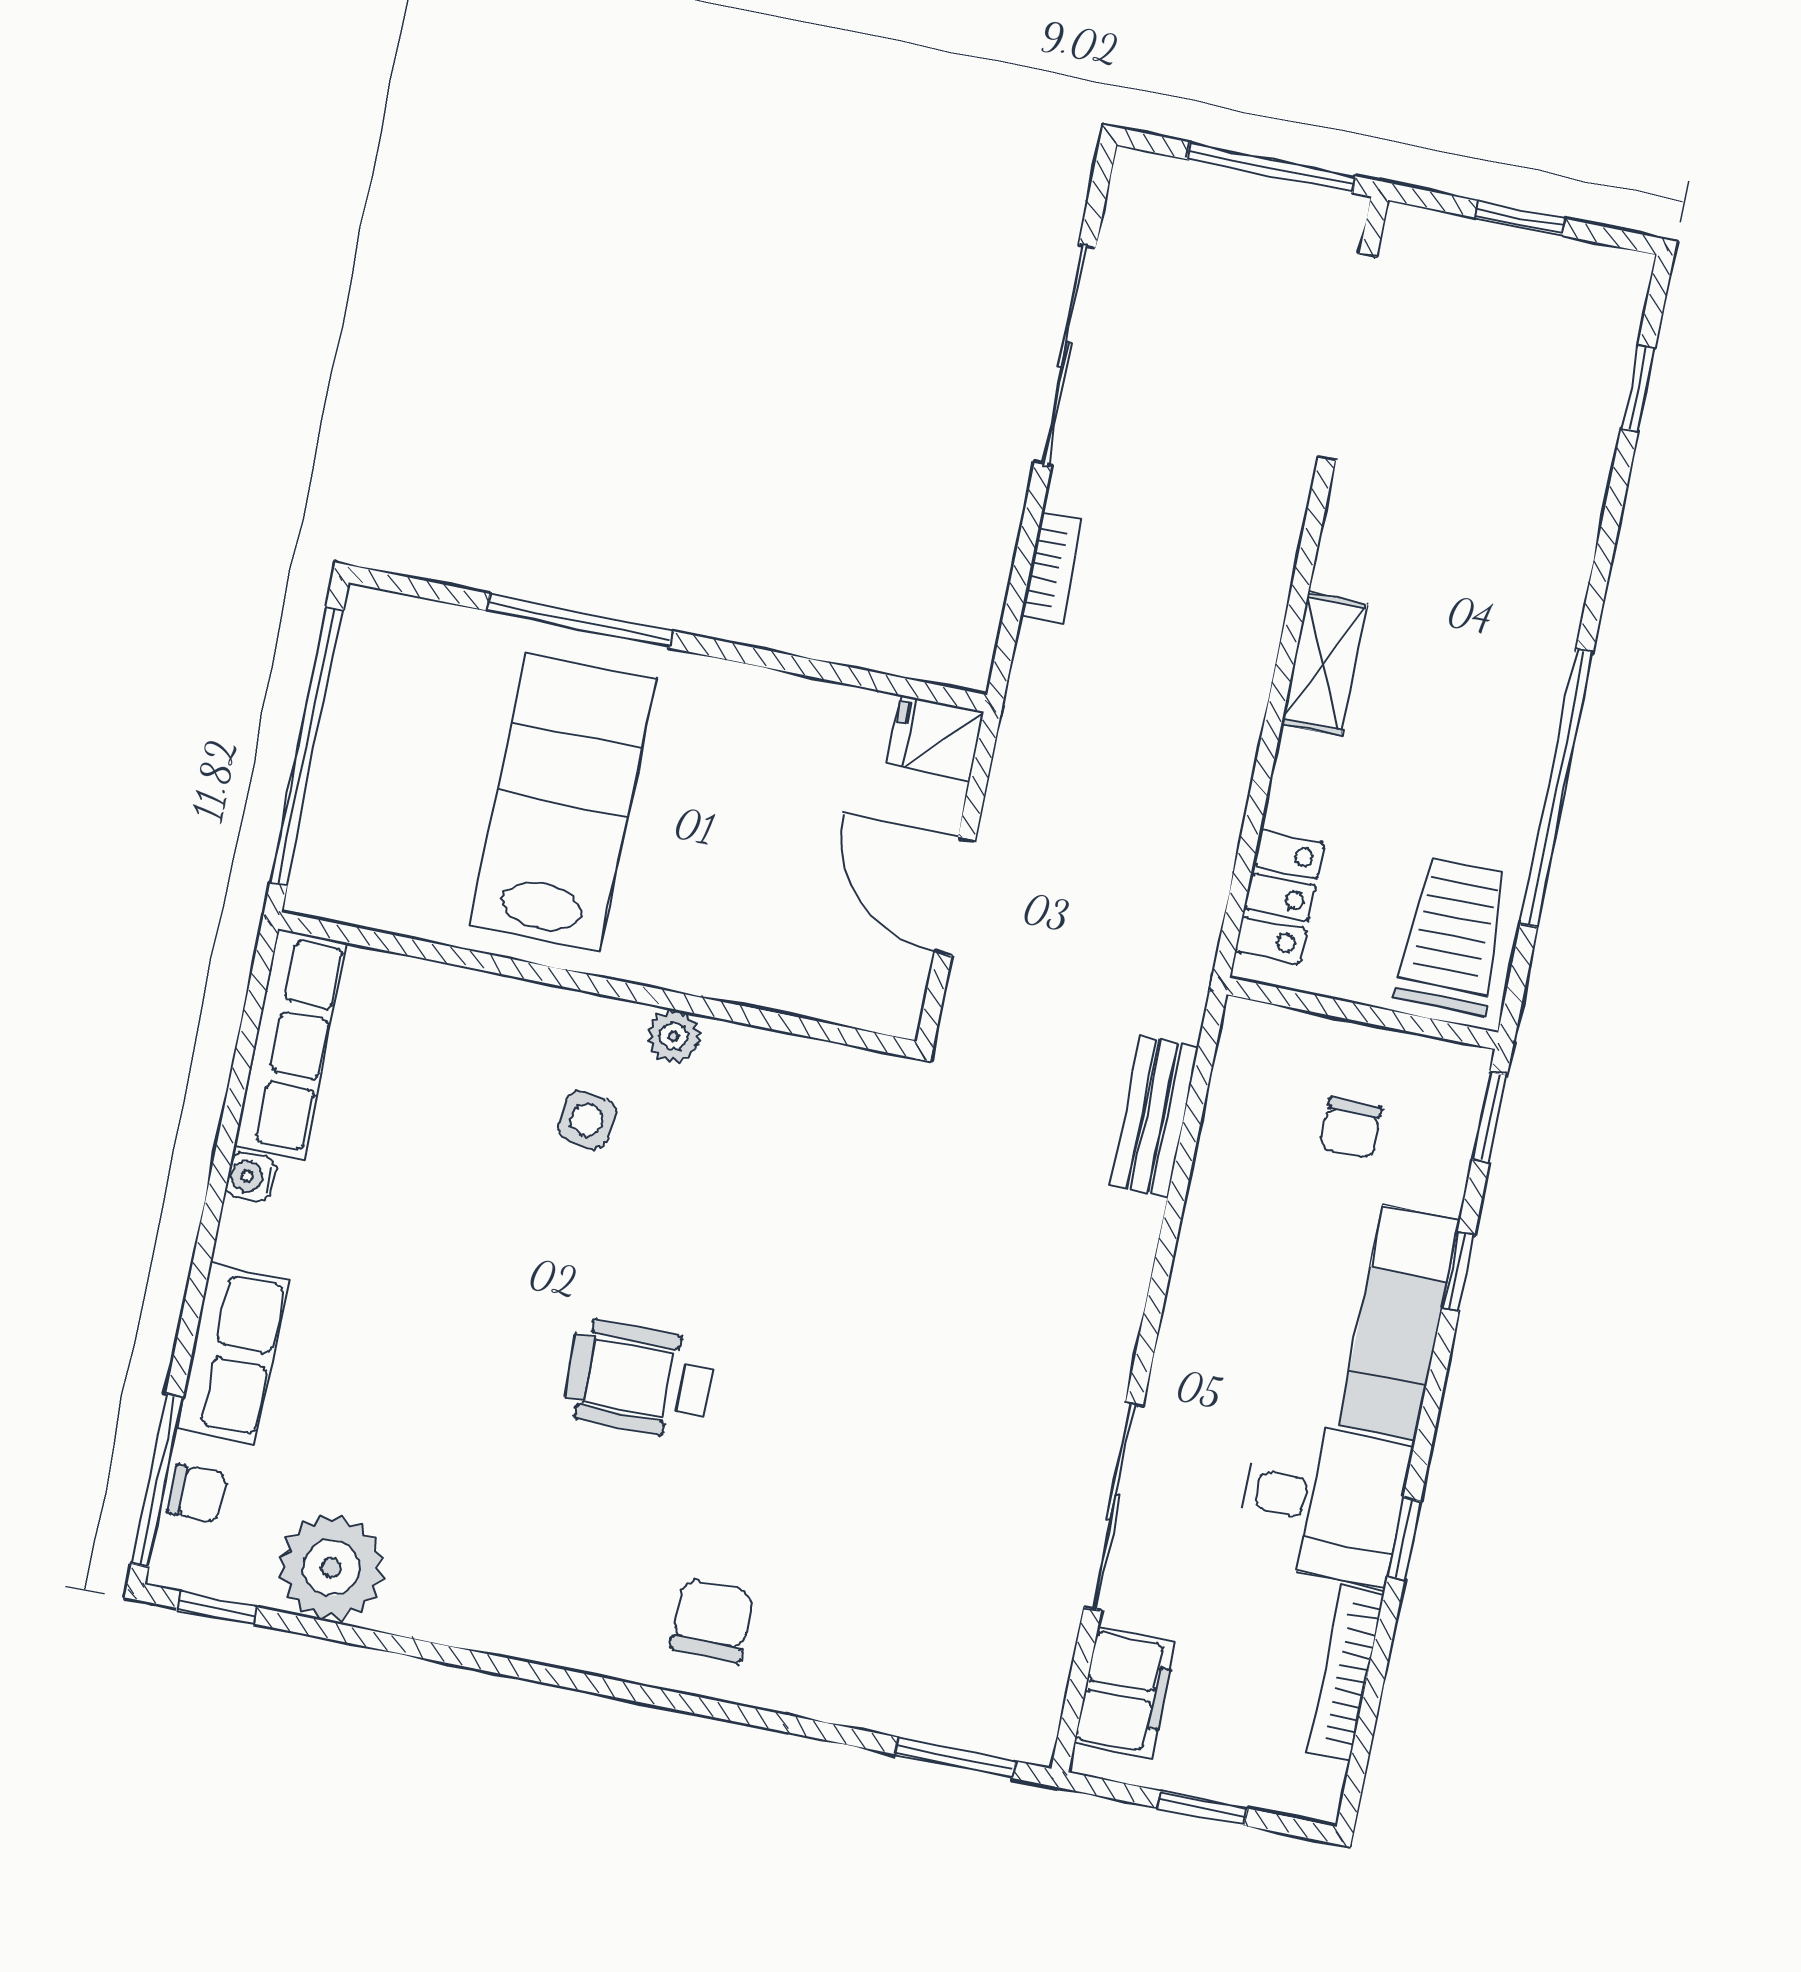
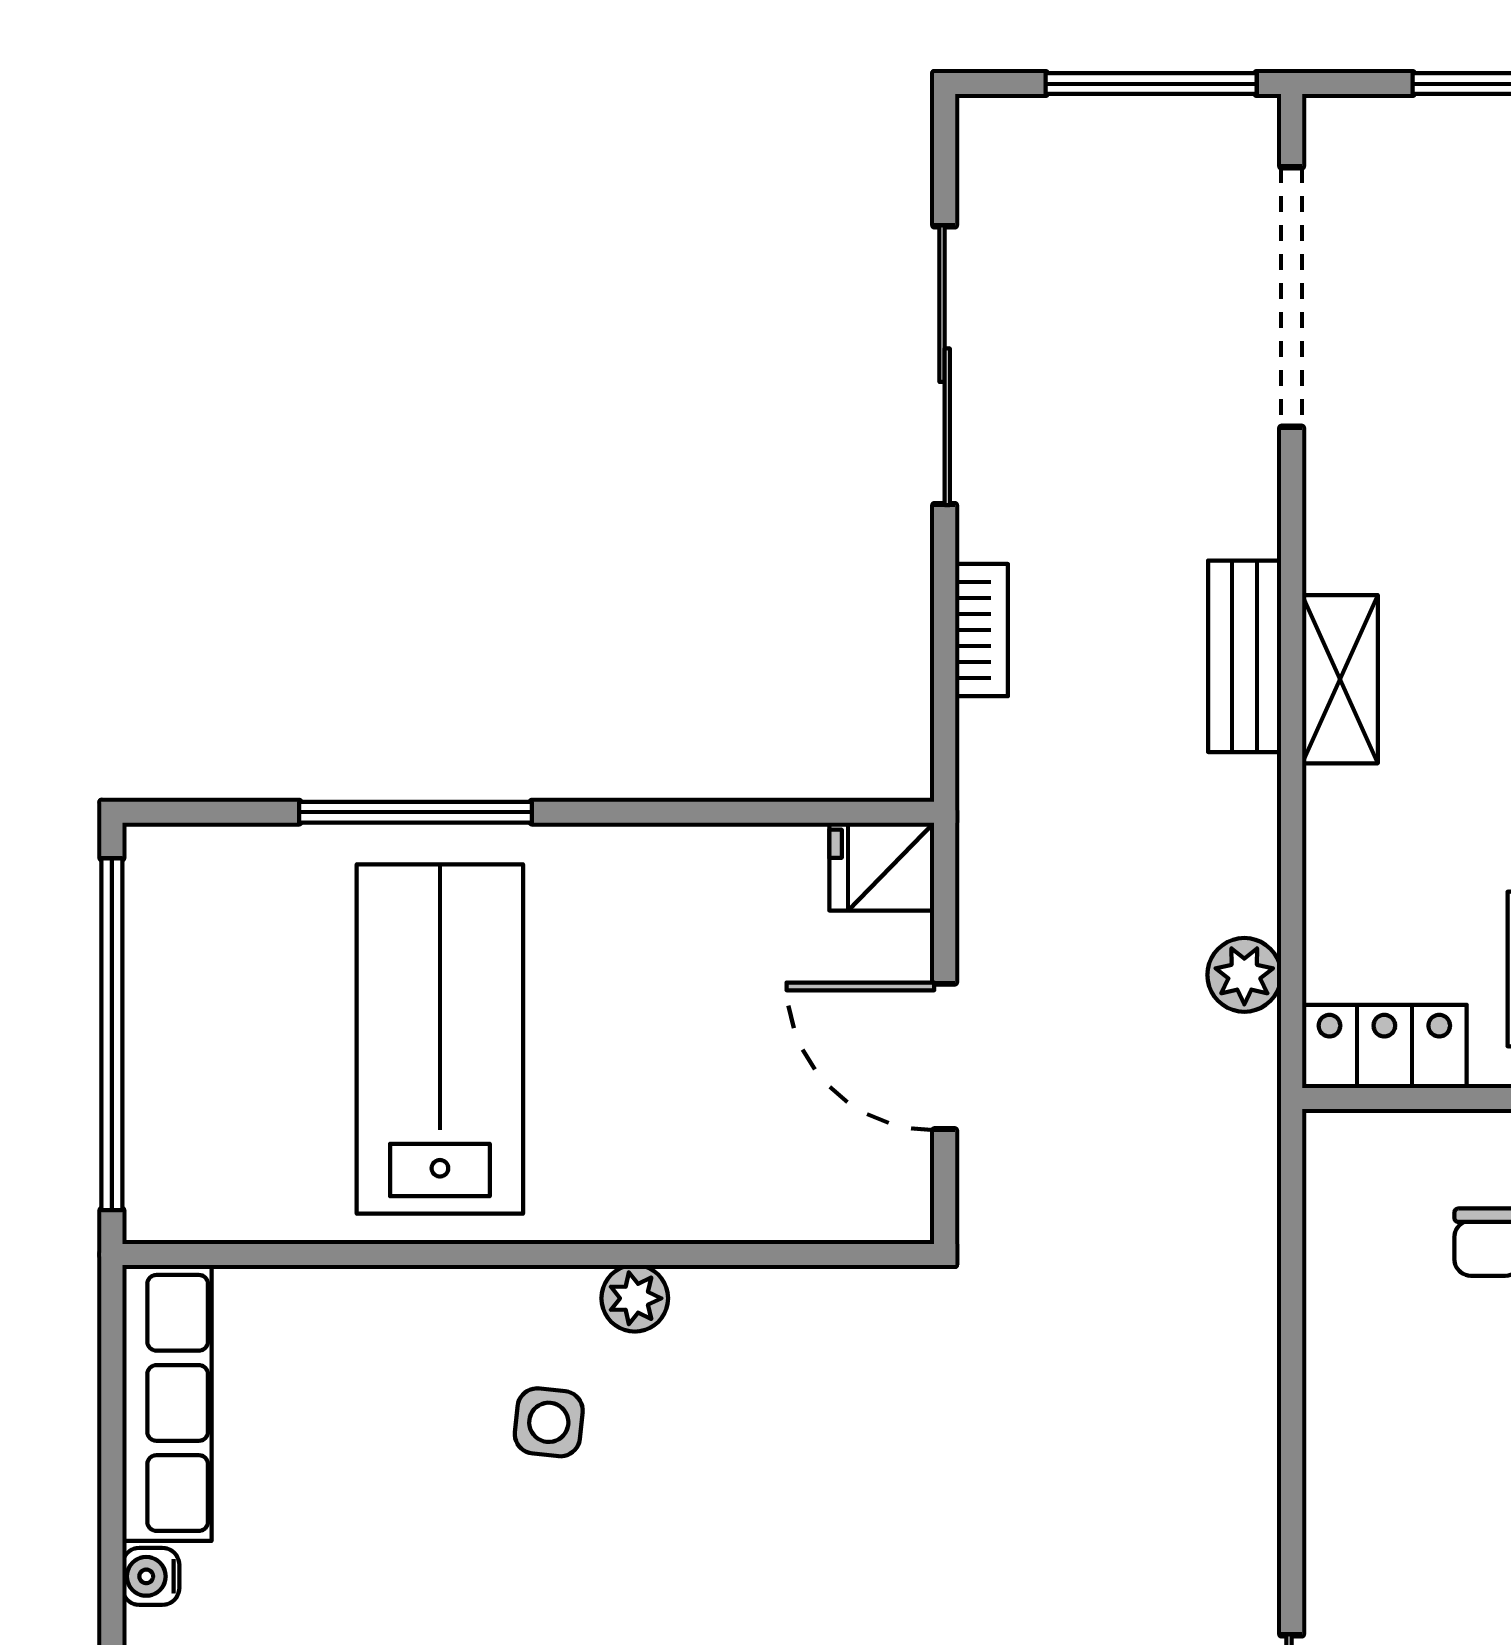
plant: (1202, 880) -> (1244, 975), added
locker: (1280, 897) -> (1384, 1046), moved, turned -90
bench: (1155, 1116) -> (1245, 656), moved

